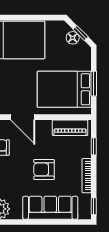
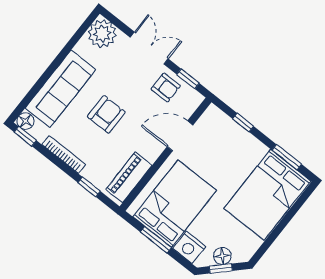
nightstand: (83, 61) -> (189, 247), added
floor lamp: (85, 213) -> (25, 121), added

